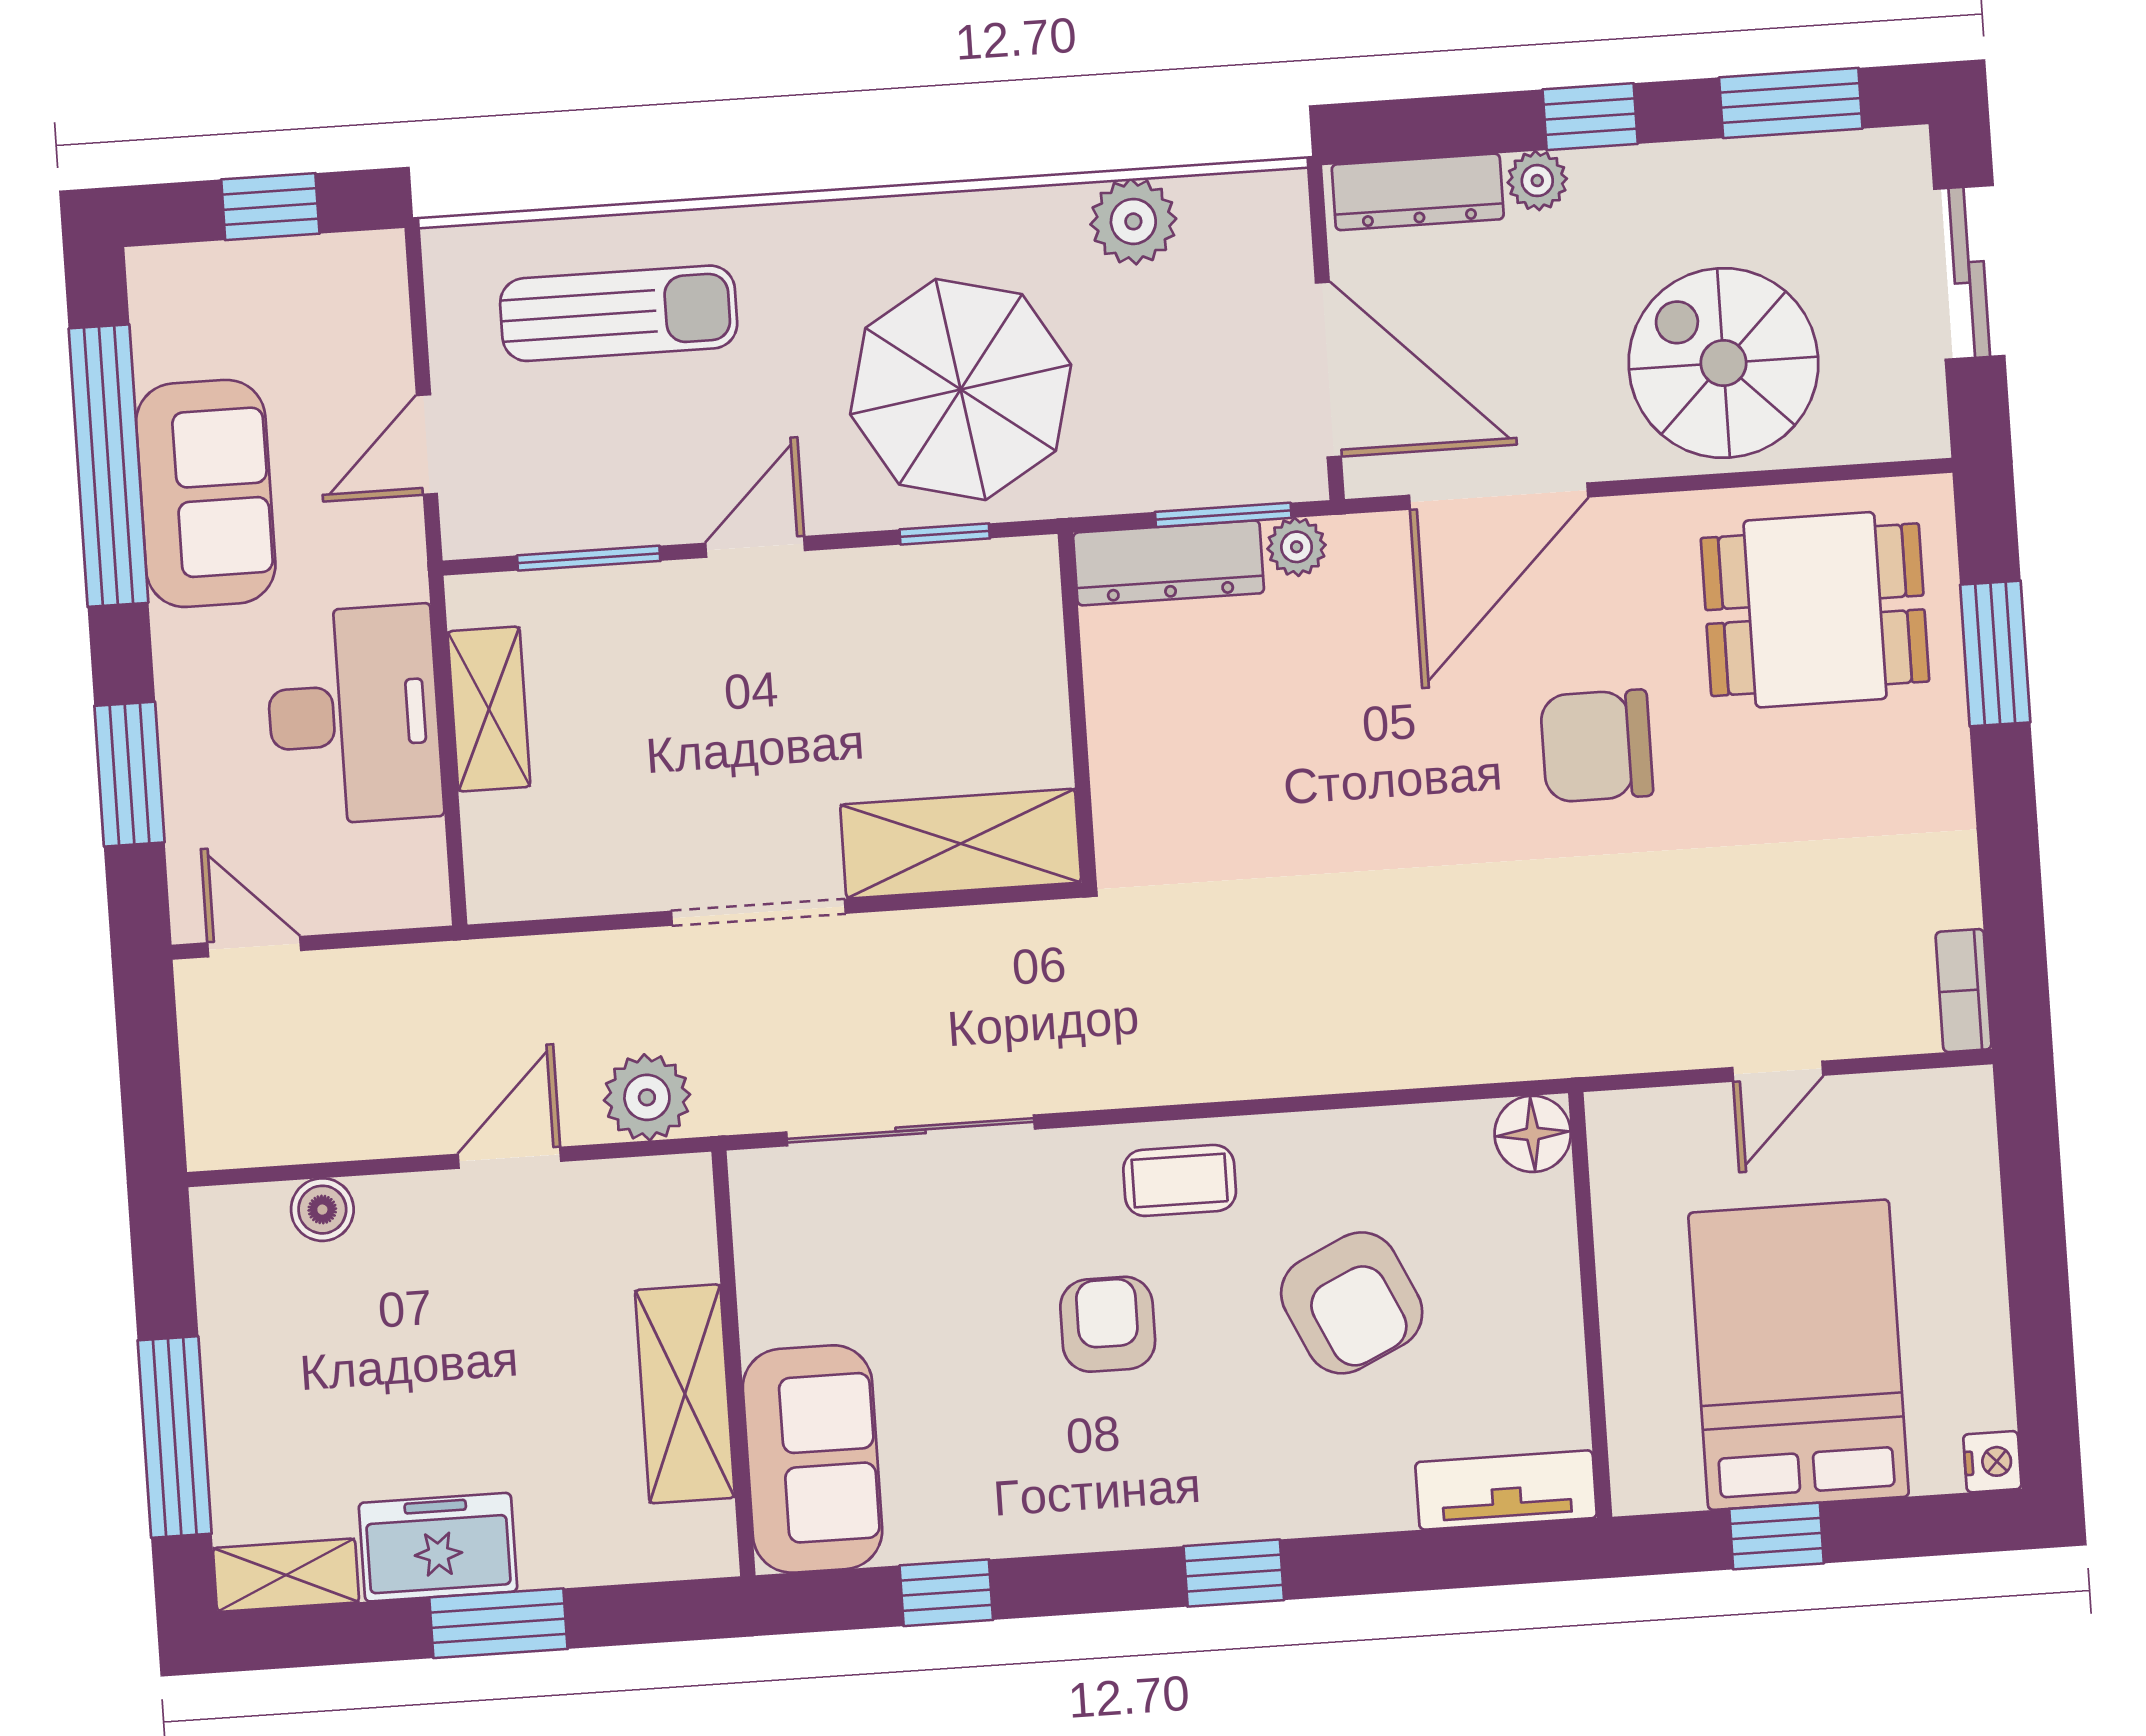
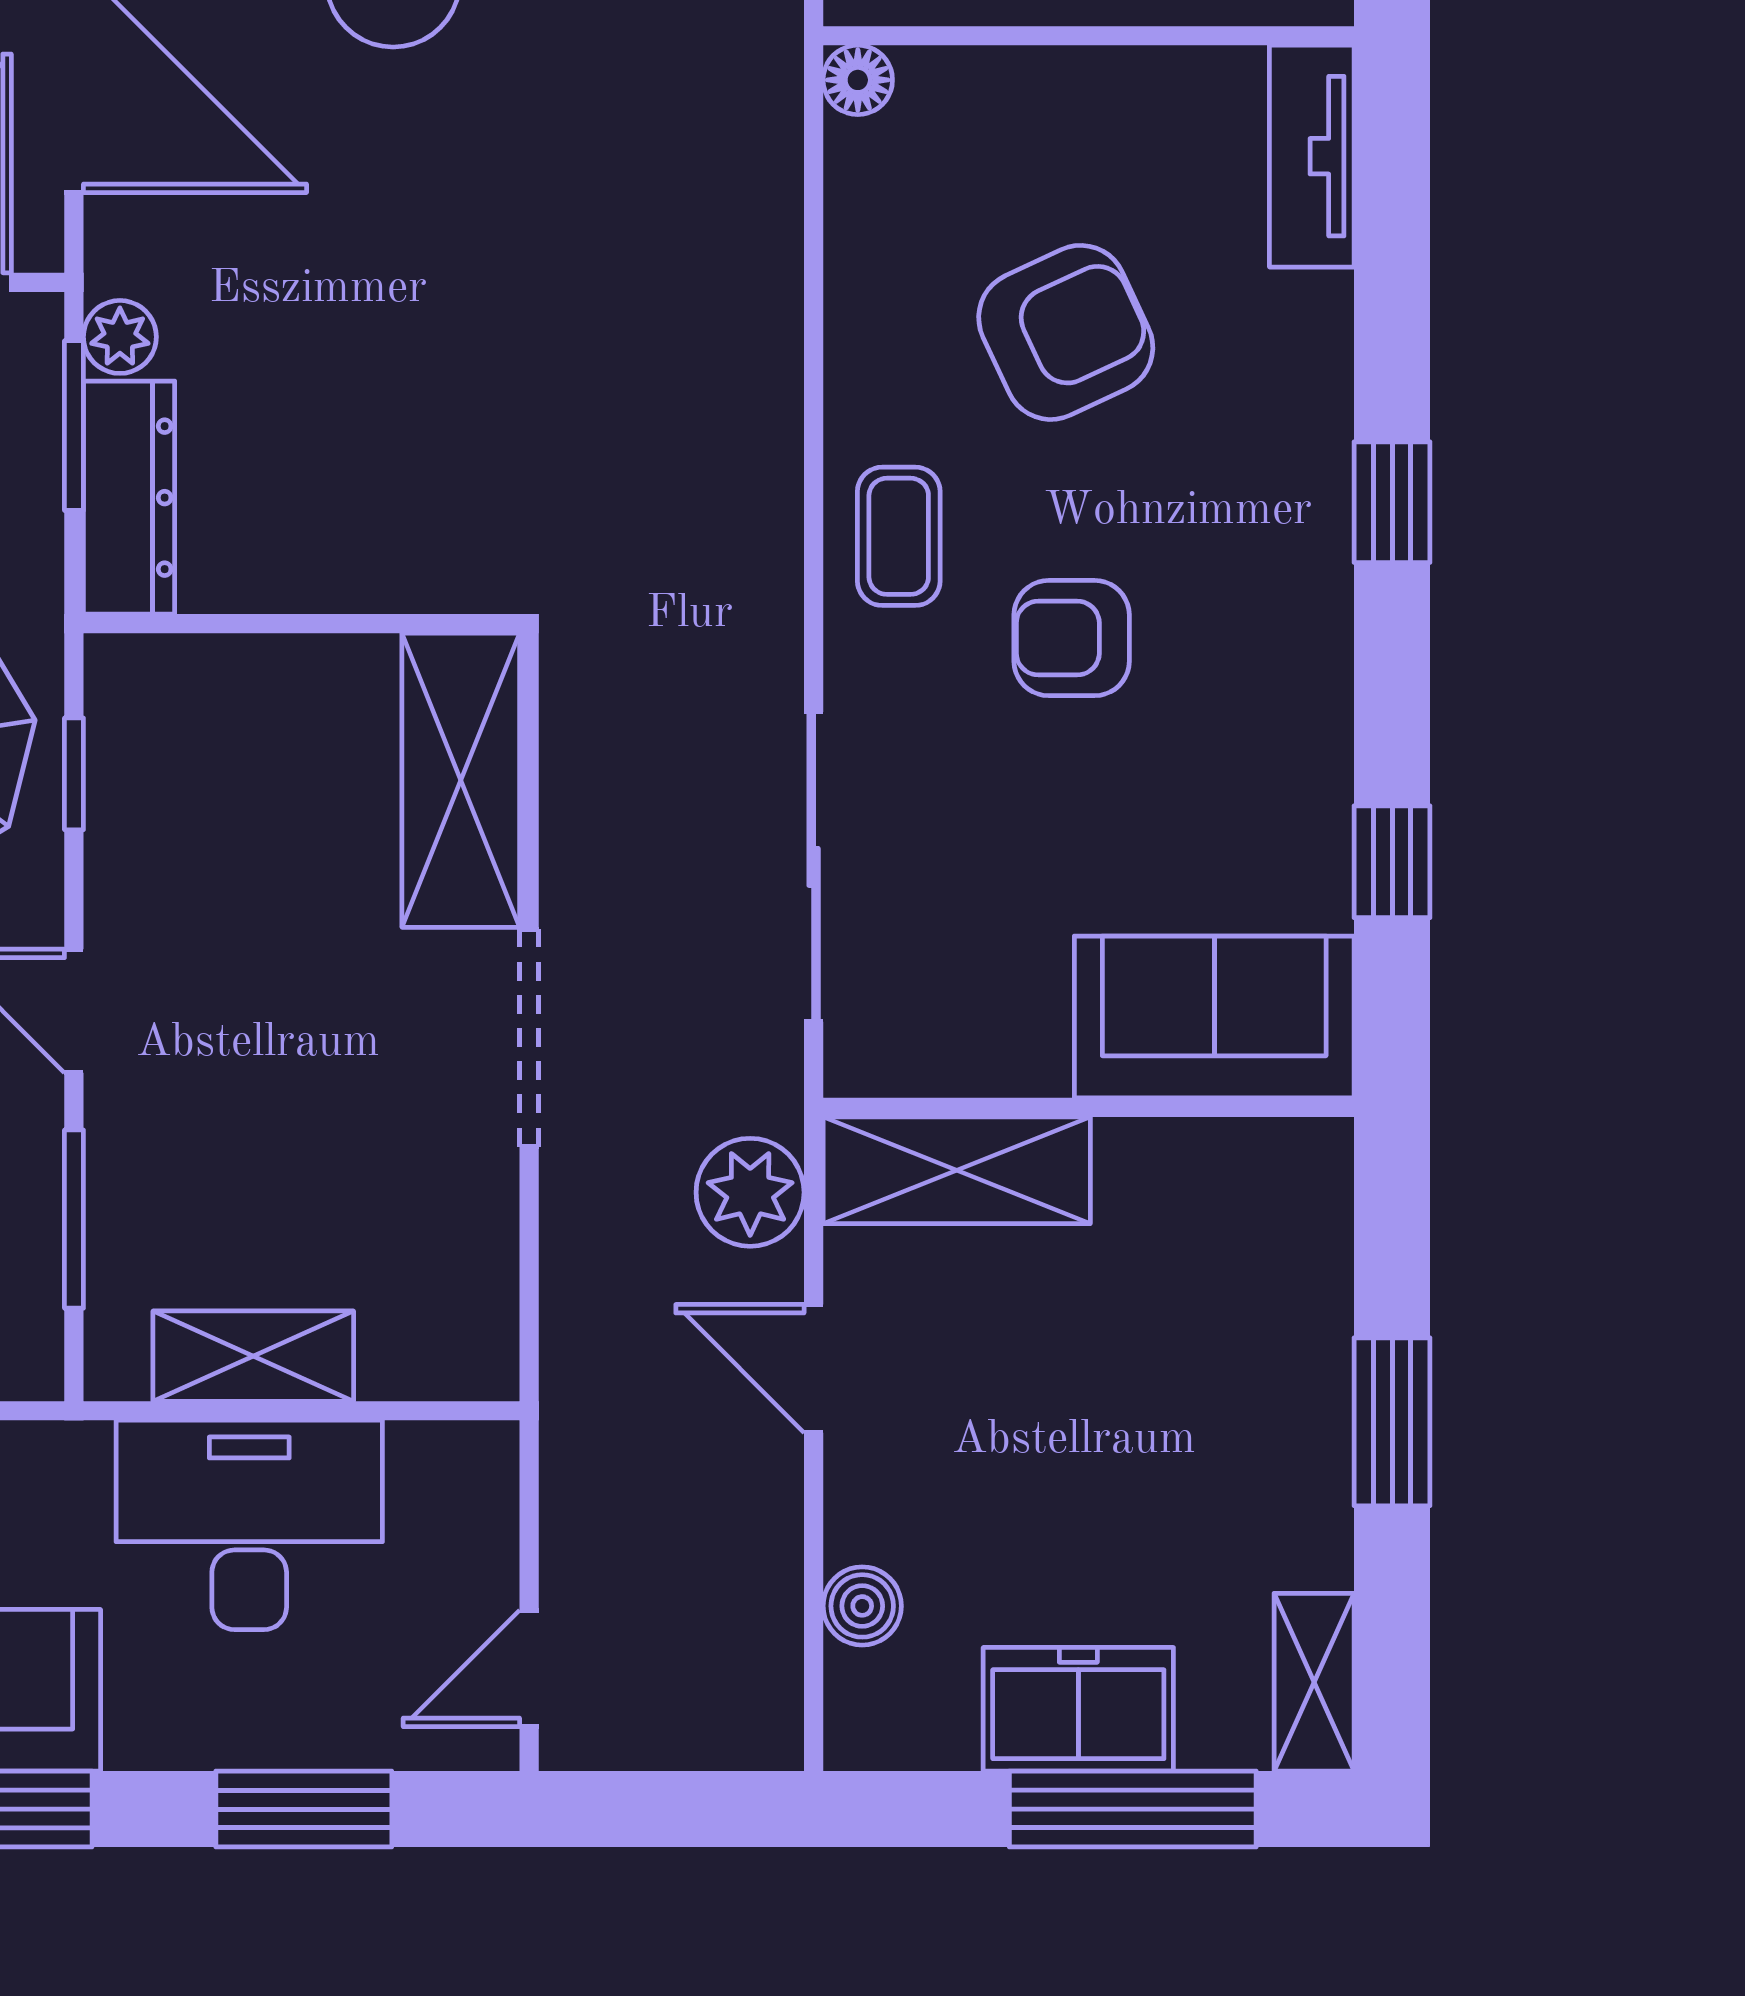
floor lamp: (1533, 1134) -> (858, 80), width x0.73, depth x0.73
shelving: (685, 1394) -> (957, 1170), moved
freezer: (438, 1547) -> (1078, 1709), moved, turned 90

